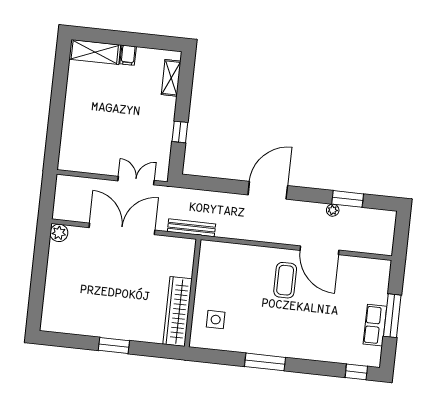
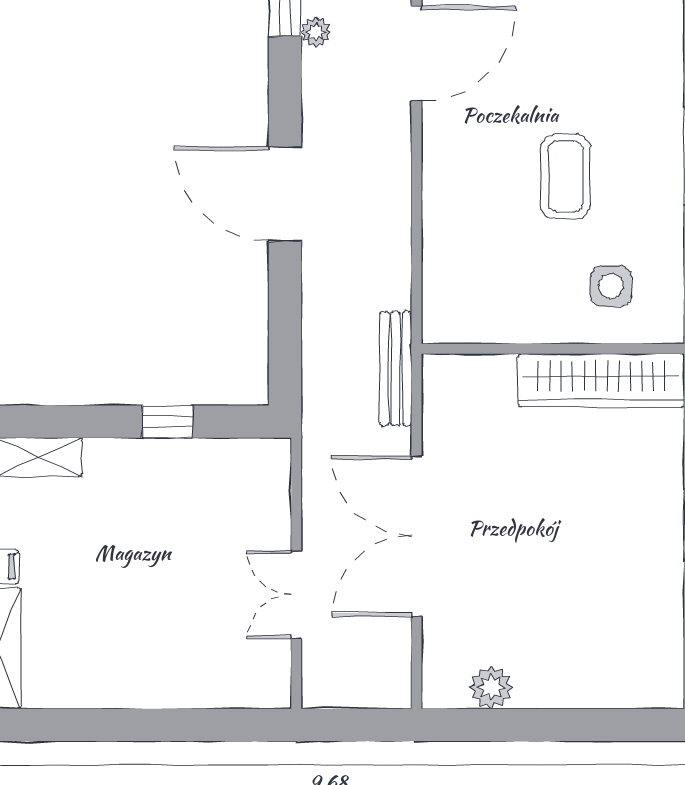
double door: (136, 181) -> (296, 595), moved
plant: (59, 233) -> (491, 687), moved
coffee table: (285, 280) -> (566, 176), moved, turned 90

